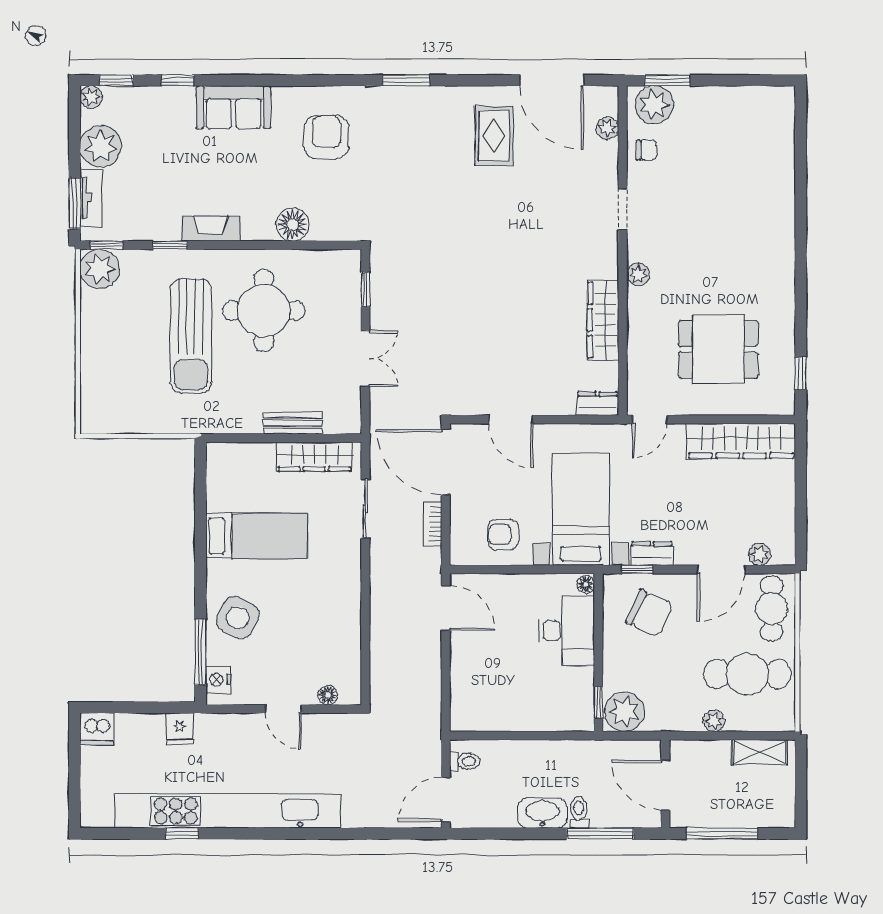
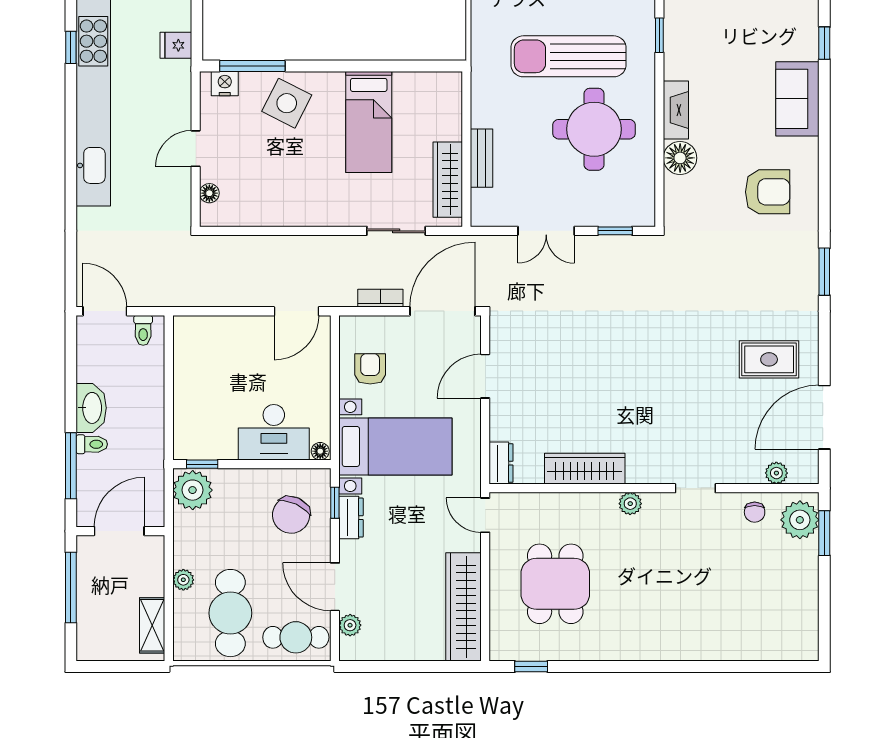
fireplace: (211, 229) -> (676, 110), moved

